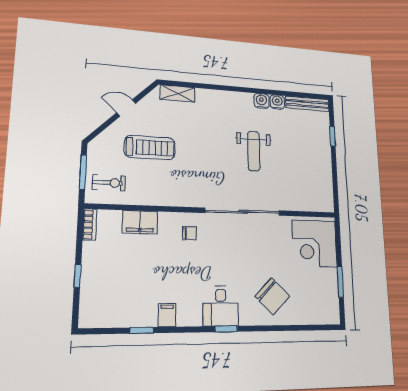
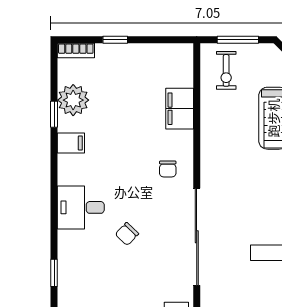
bookcase: (90, 225) -> (76, 50), moved
chair: (272, 296) -> (127, 234), moved, width x0.54, depth x0.54
plant: (130, 313) -> (73, 100), added
window: (226, 329) -> (54, 273), moved

